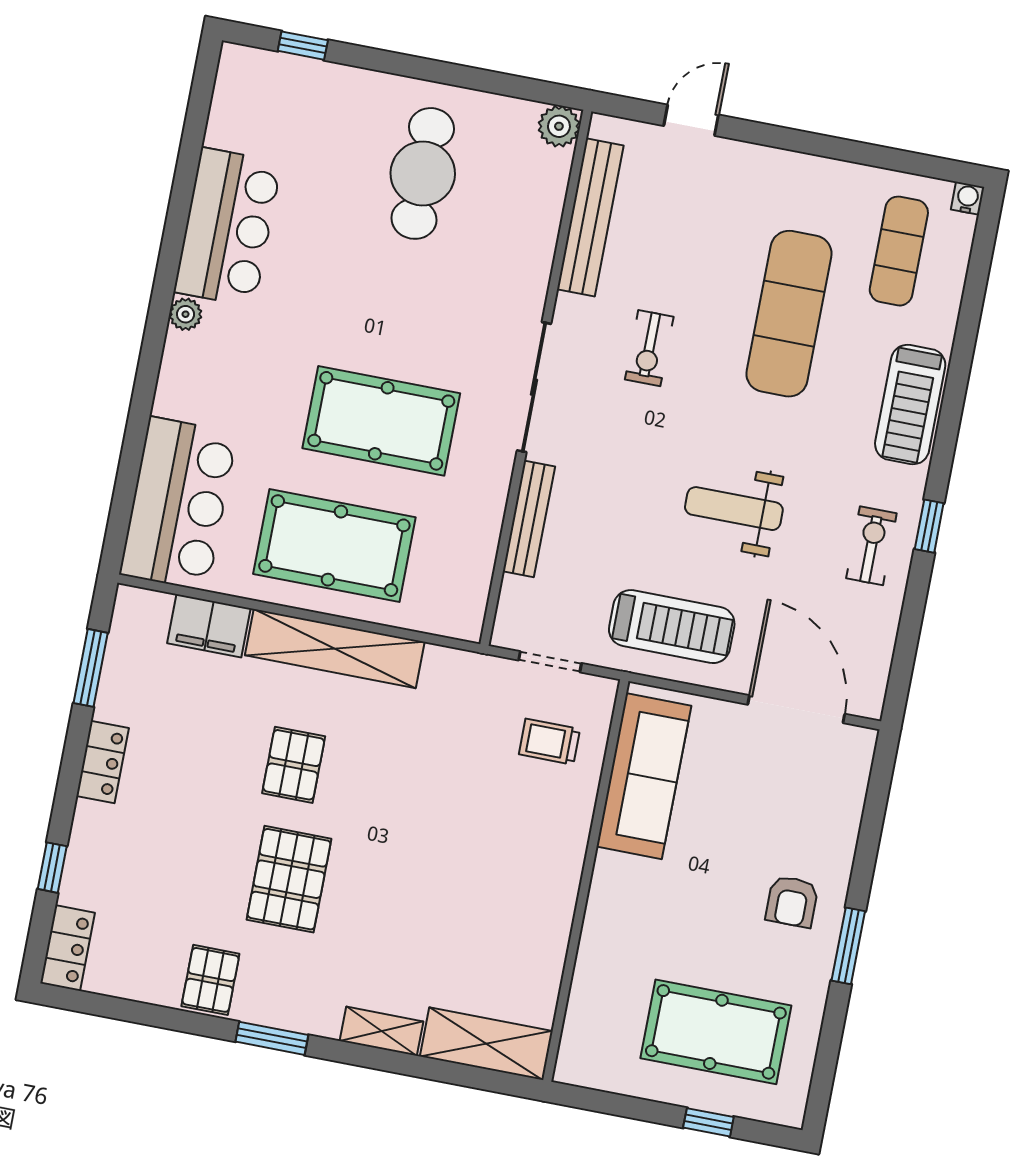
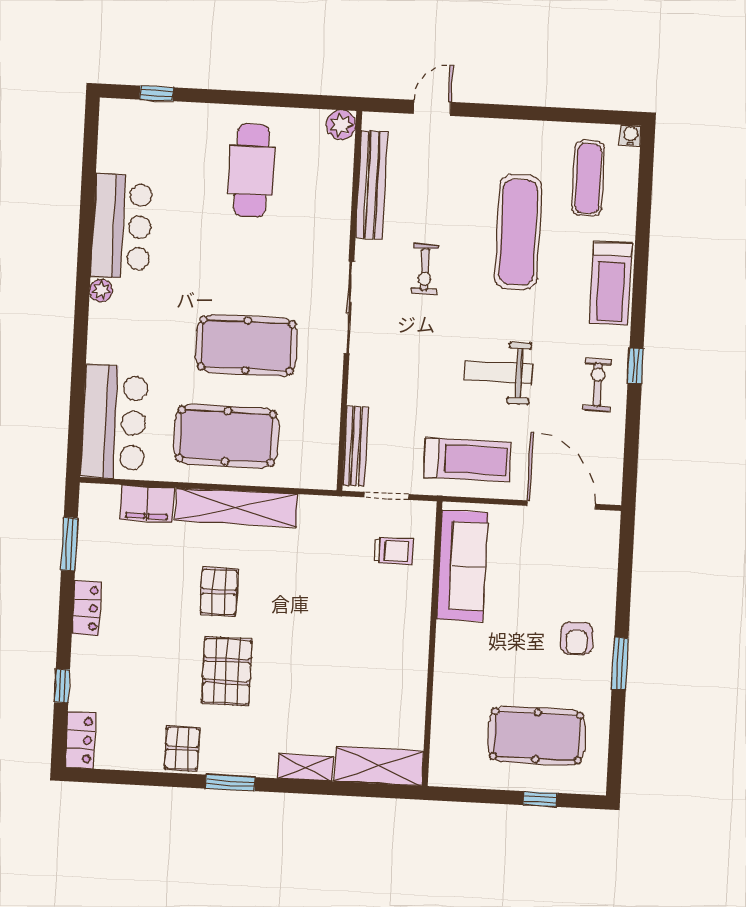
bench: (529, 519) -> (356, 446), moved
trolley: (549, 742) -> (394, 551), turned 180

